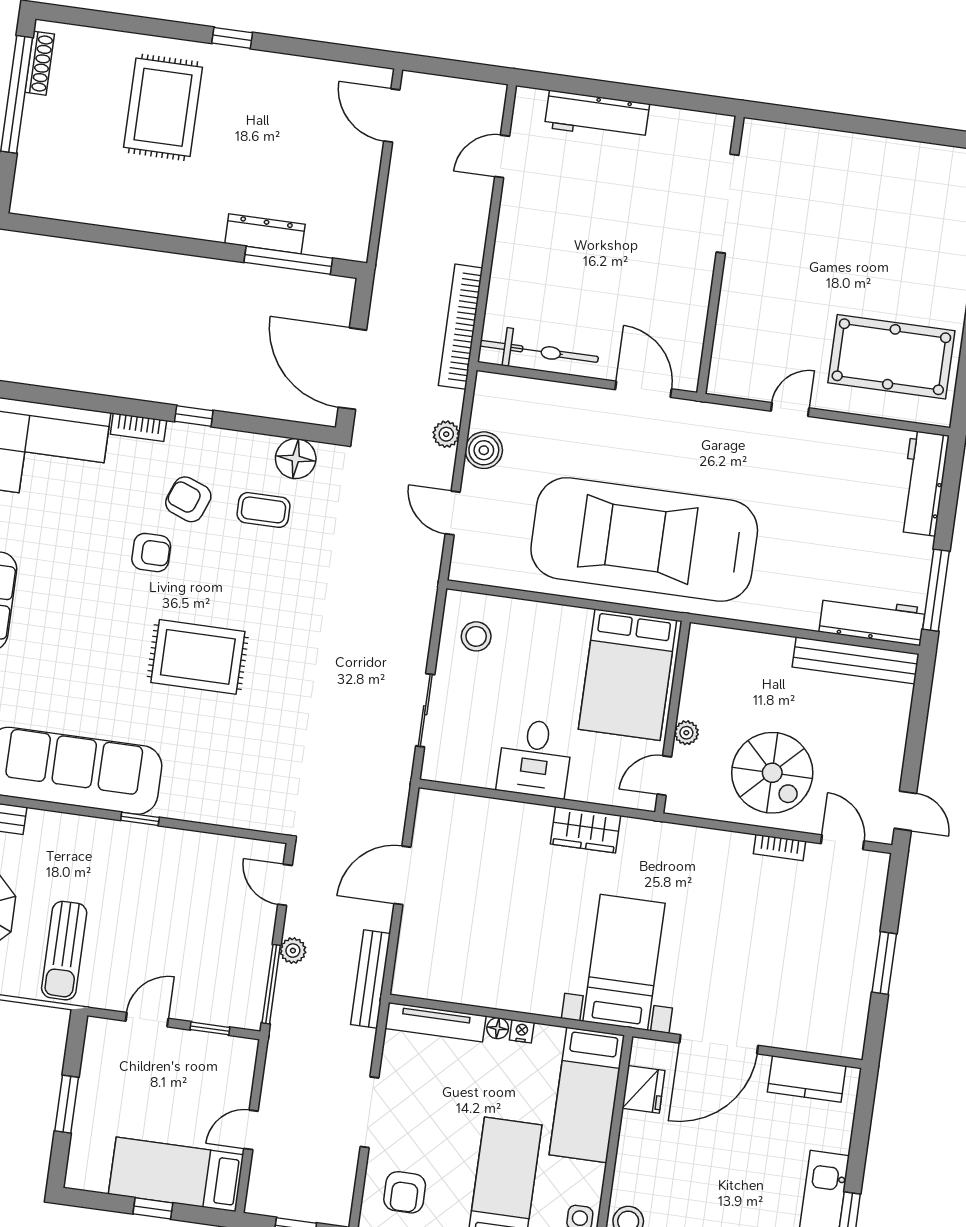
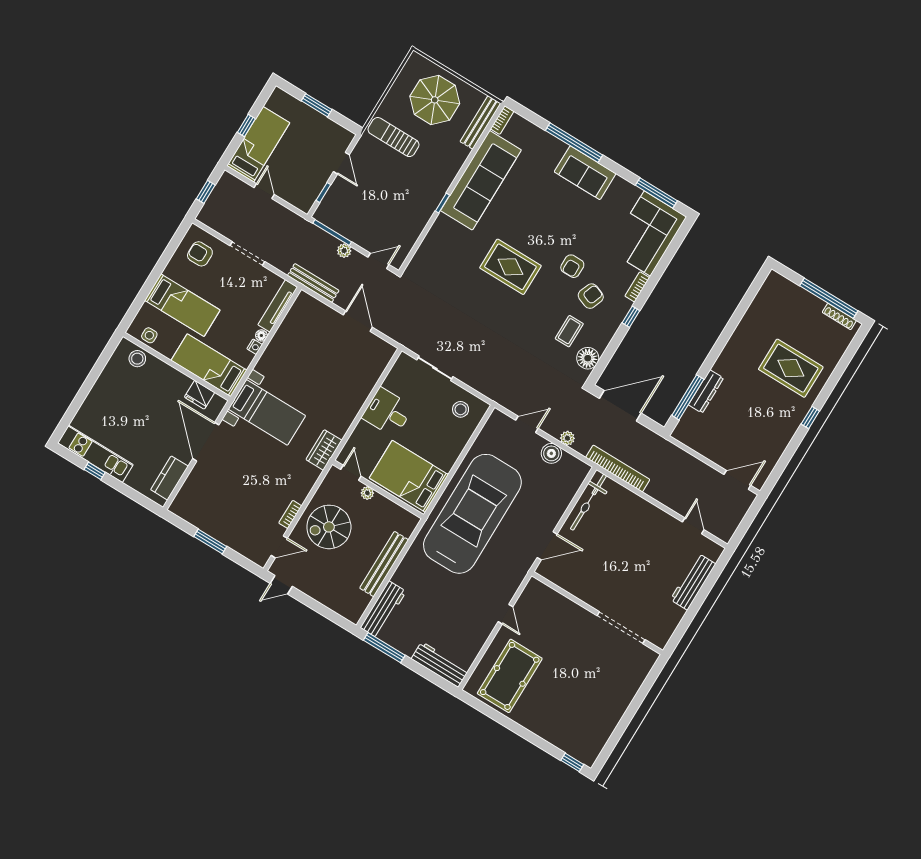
rug: (198, 657) -> (510, 267), turned 90
bench: (856, 660) -> (384, 564), moved
wardrobe: (586, 830) -> (324, 450), moved

